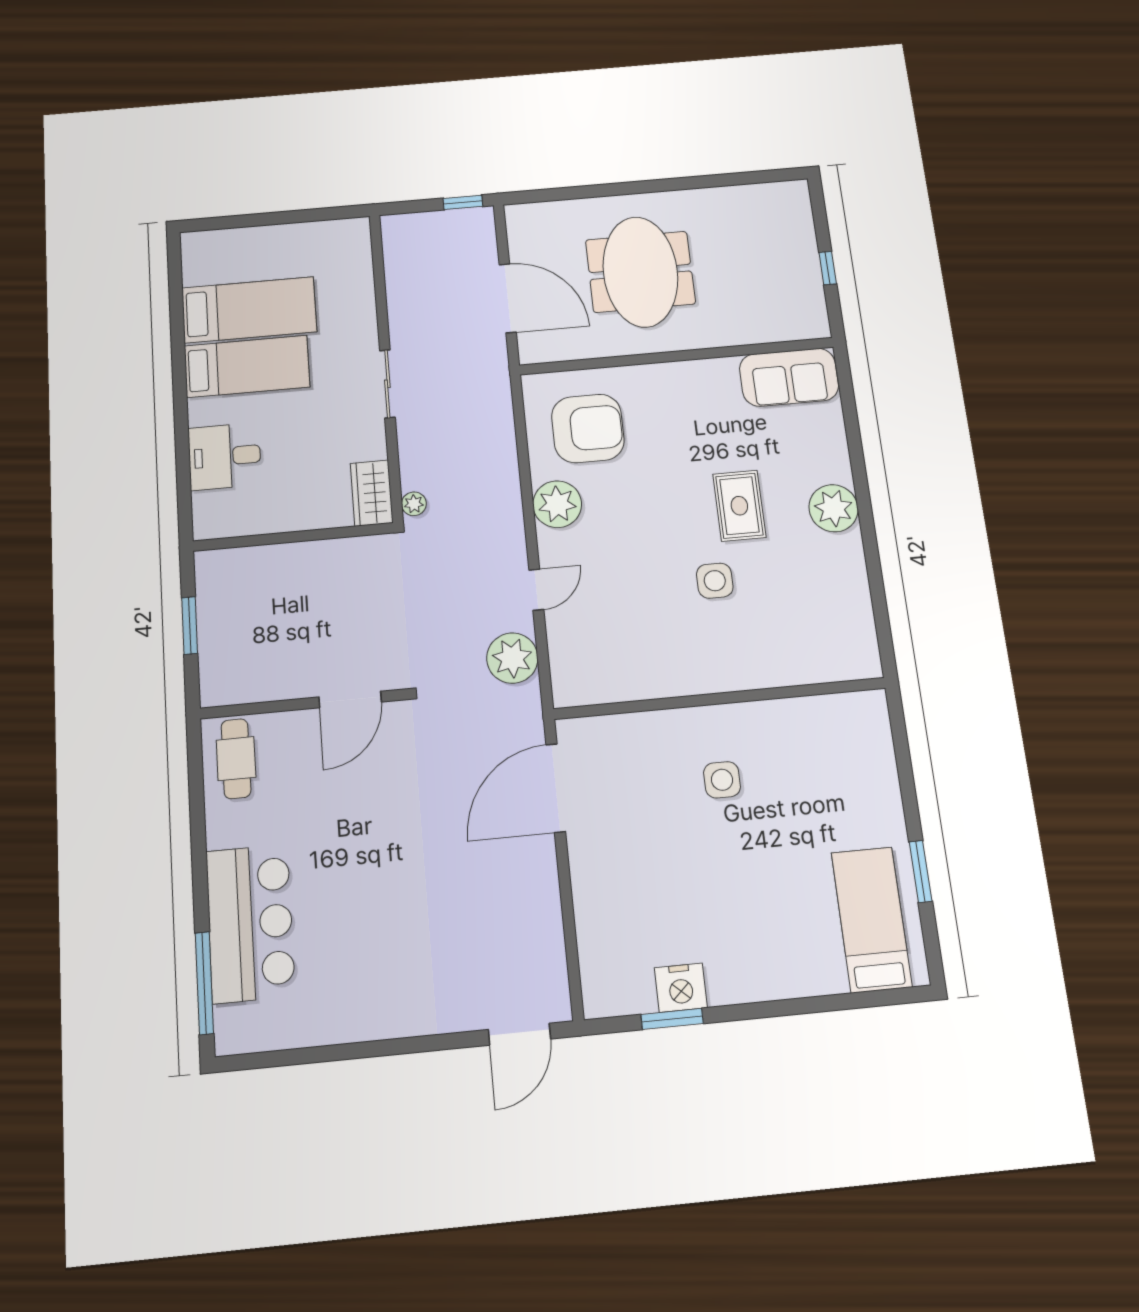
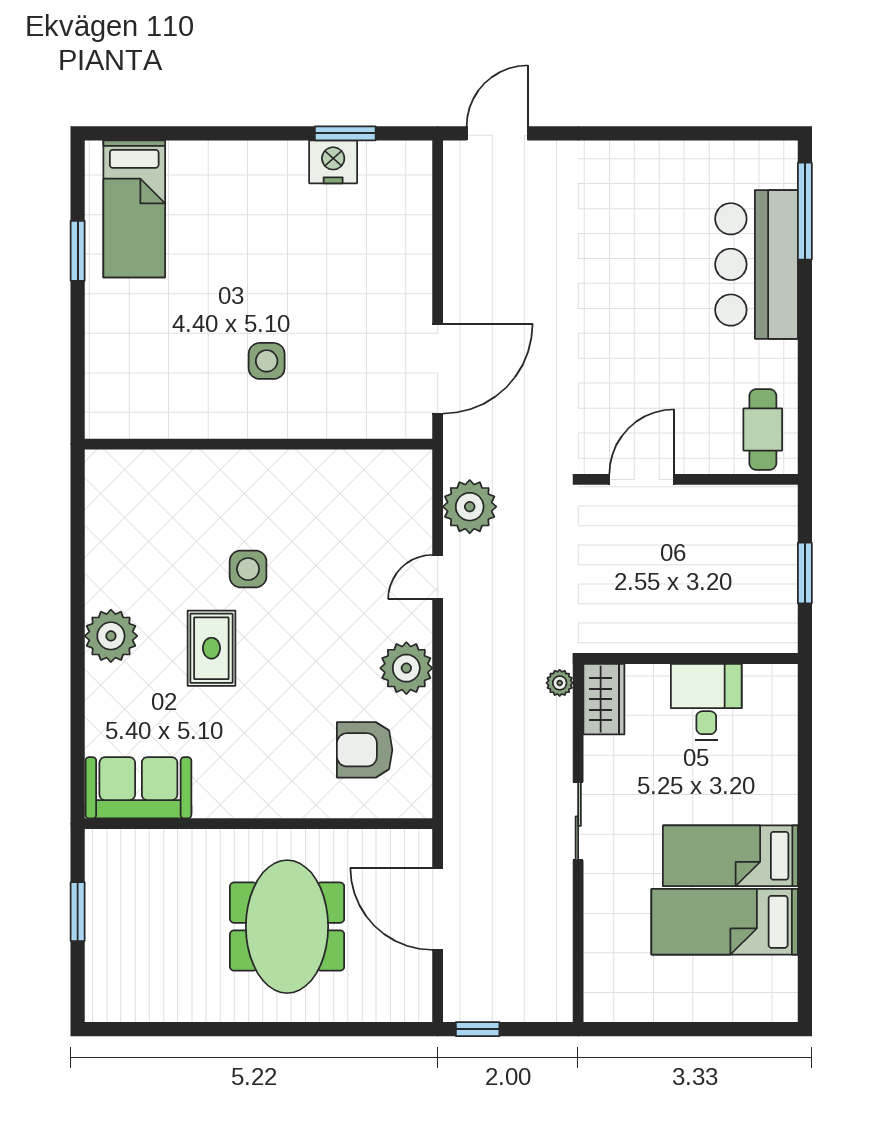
window: (828, 268) -> (78, 912), width x1.50
armchair: (588, 428) -> (365, 750), width x0.73, depth x0.73
desk: (225, 456) -> (706, 702), moved, turned -90

